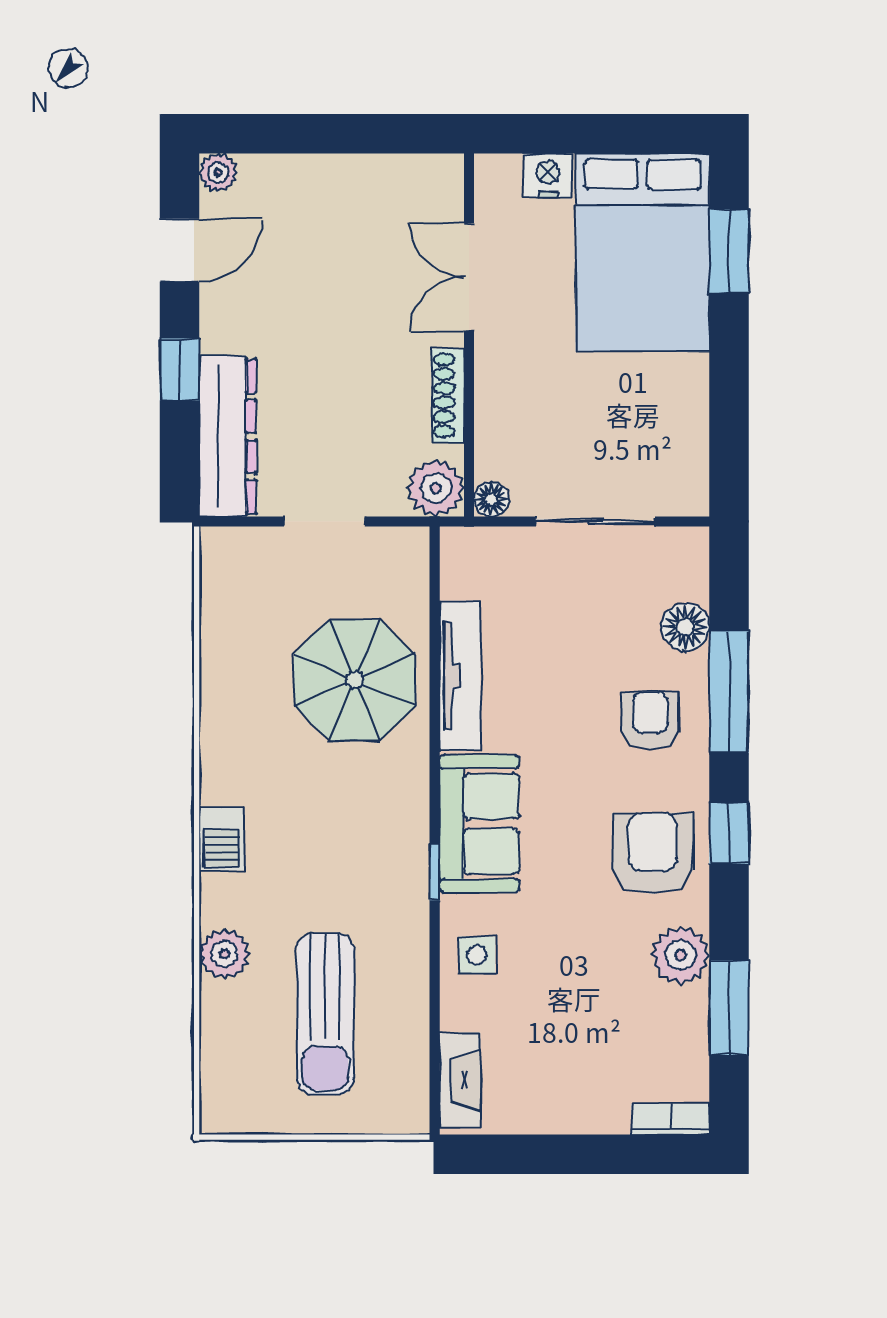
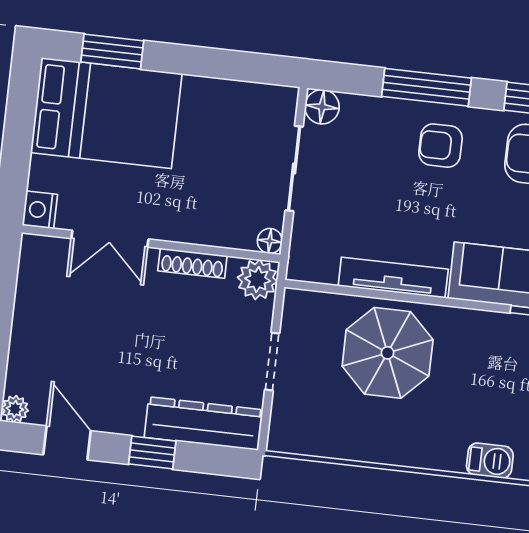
nightstand: (548, 176) -> (40, 210), moved
floor lamp: (685, 627) -> (322, 107), moved

